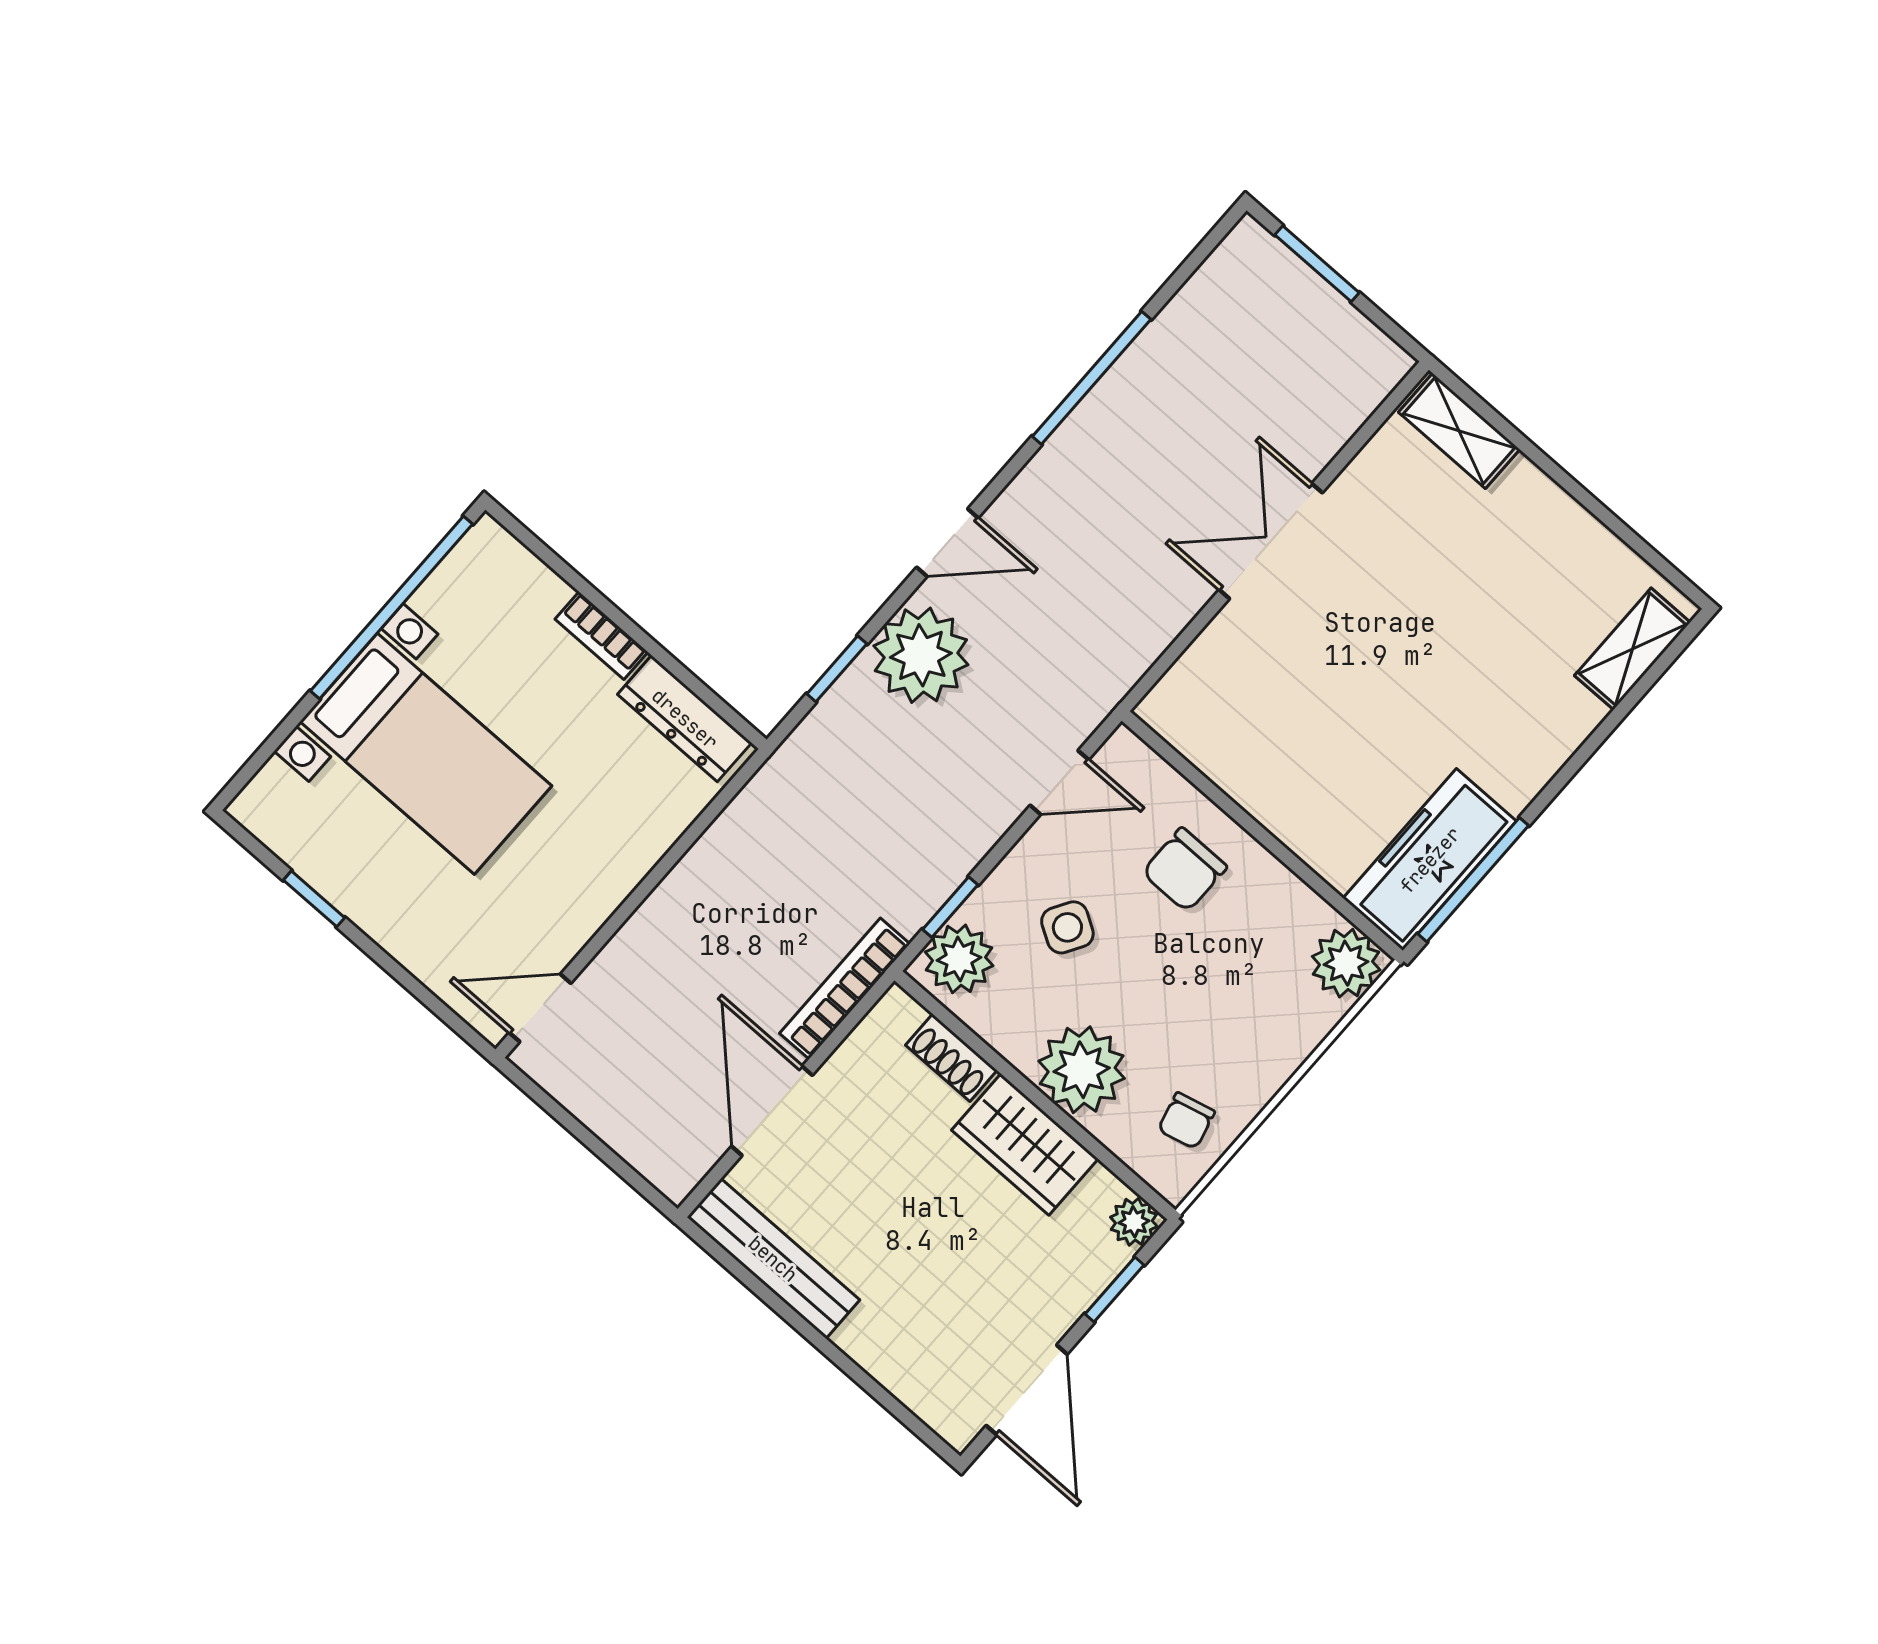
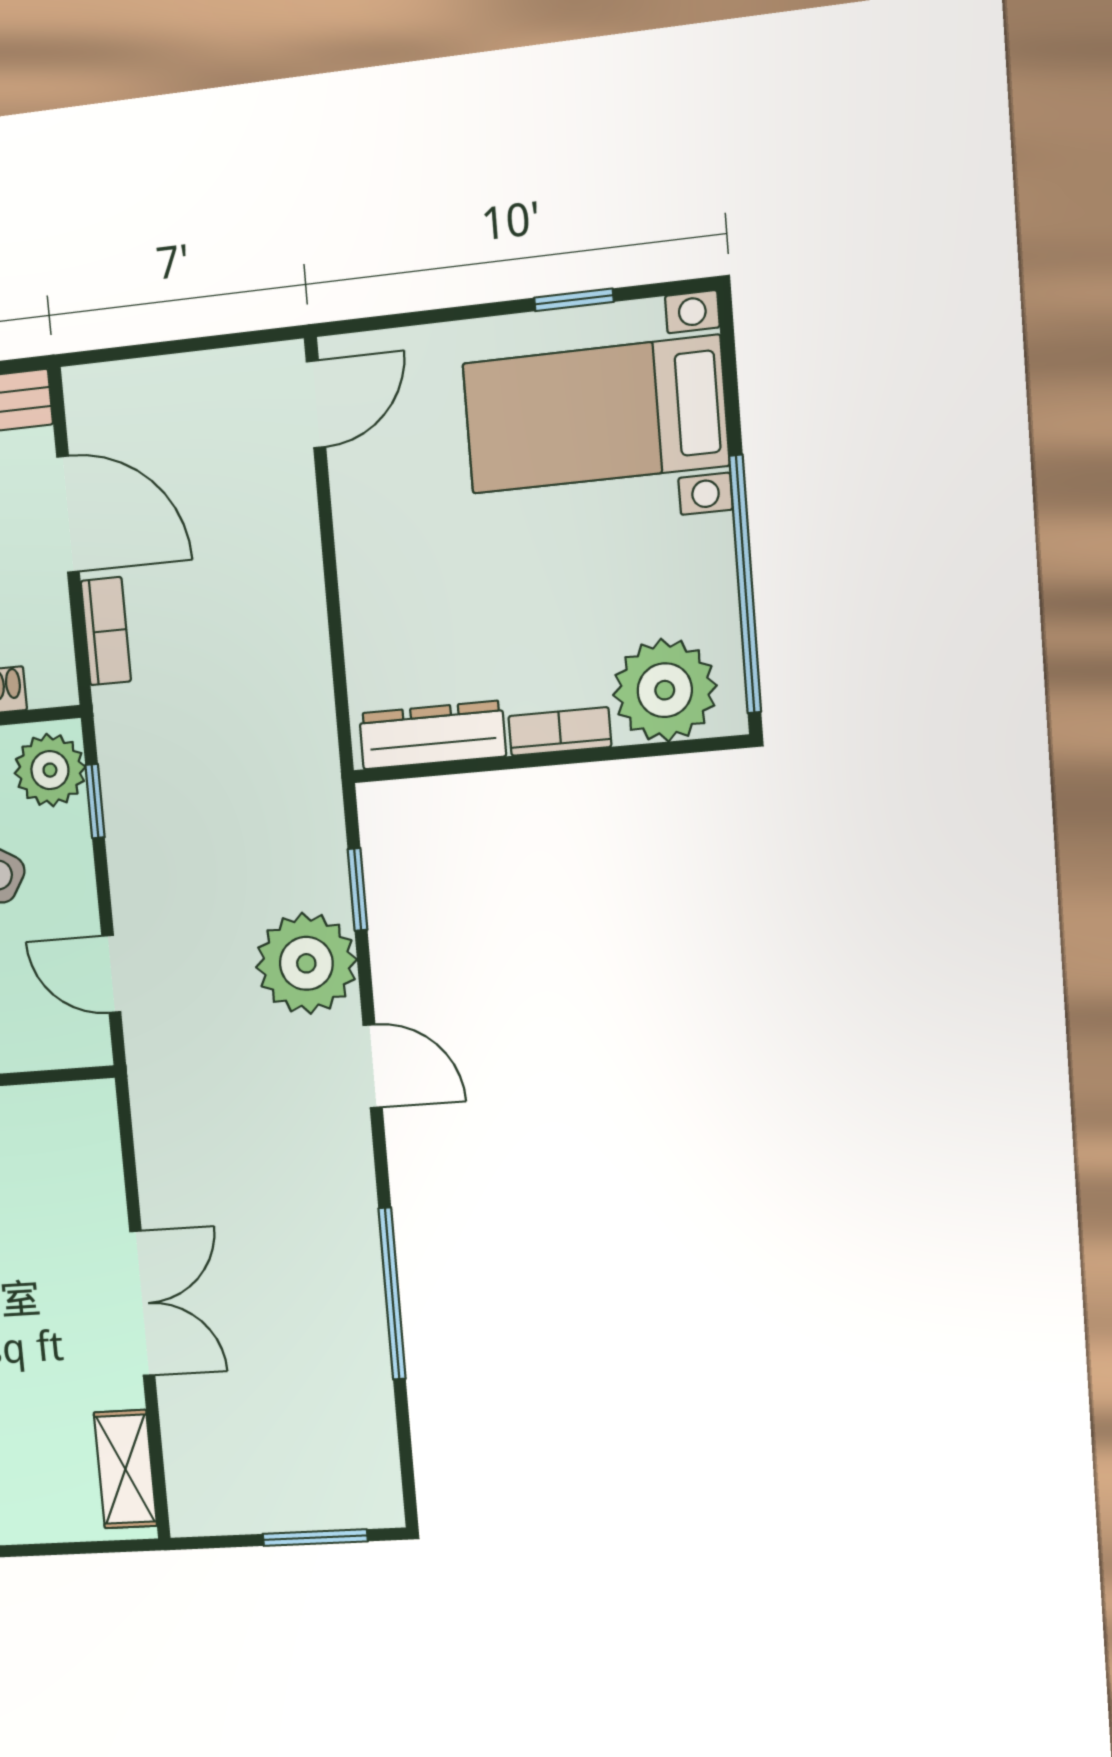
shelving: (1459, 431) -> (125, 1469), moved, turned 90
door: (947, 543) -> (373, 1066), swing flipped
plant: (509, 593) -> (665, 690), added
bed with nightstands: (426, 754) -> (595, 414), moved
door: (1059, 783) -> (111, 974), hinge flipped
bookcase: (845, 989) -> (106, 631), width x0.64

